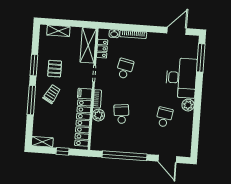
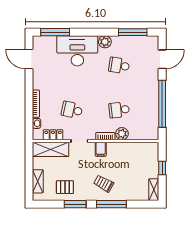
pallet: (55, 69) -> (65, 187), moved
locker: (83, 123) -> (131, 149), removed
window: (195, 132) -> (133, 32), added

